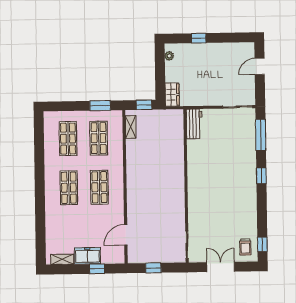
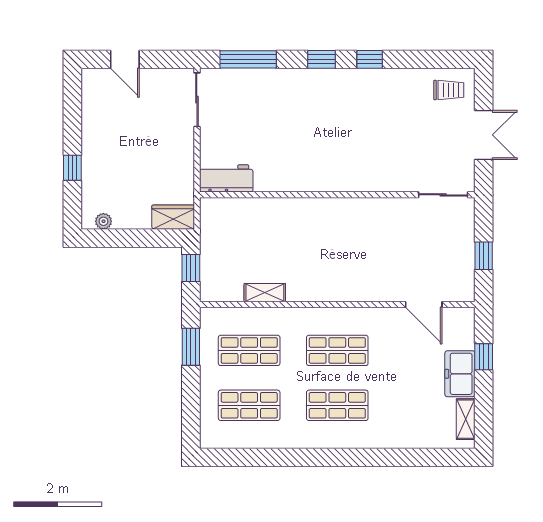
shelving: (131, 127) -> (265, 293), moved
window: (262, 244) -> (370, 59), moved
double door: (221, 267) -> (484, 135), swing flipped

